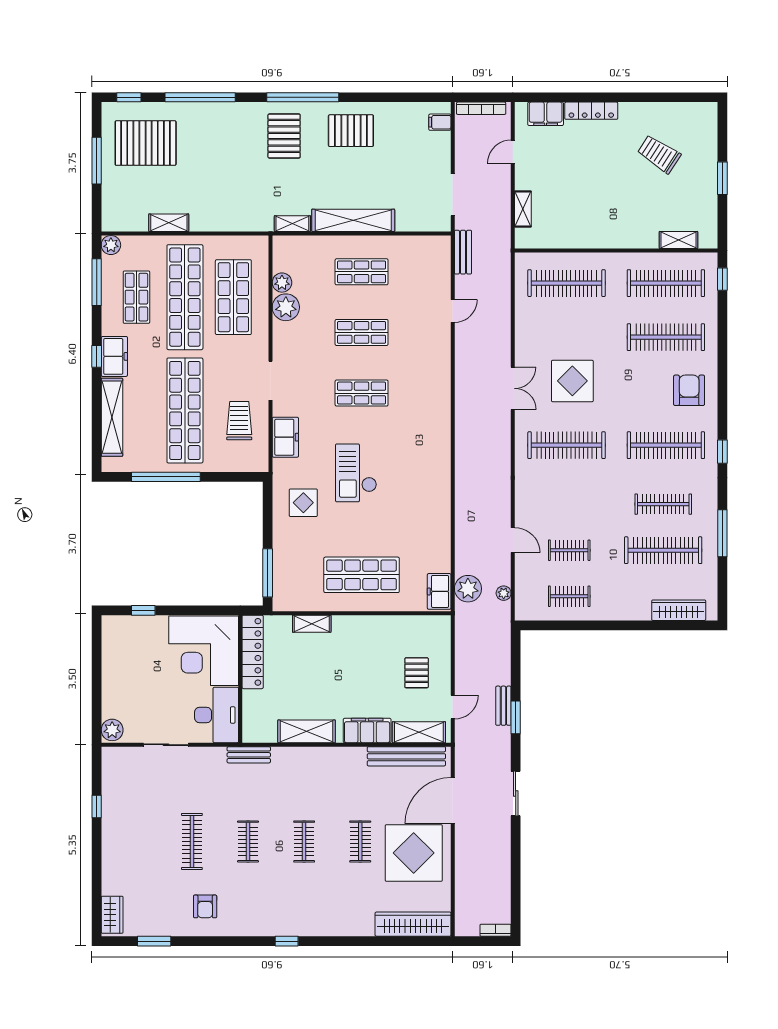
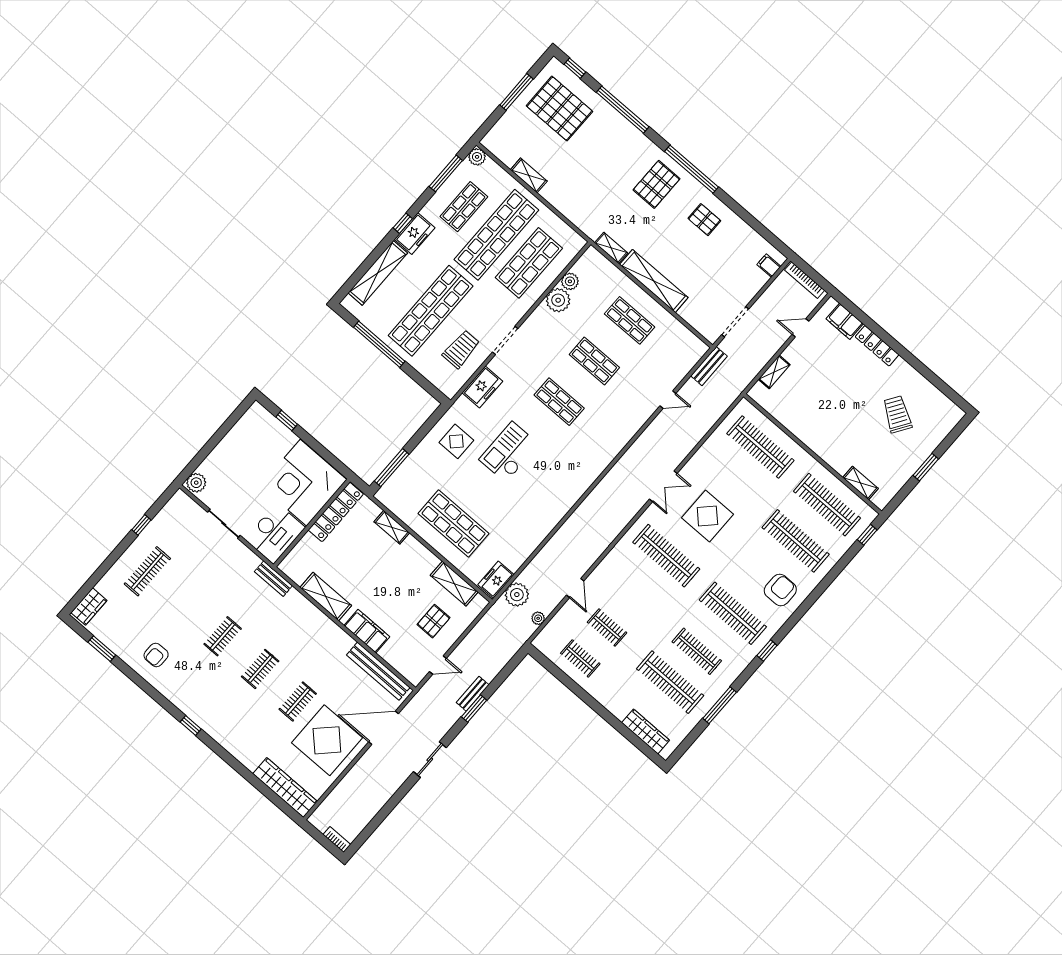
pallet: (351, 131) -> (704, 220), width x0.67, depth x0.71
shelving: (419, 732) -> (454, 584), moved
clothes rail: (192, 841) -> (147, 571), moved

